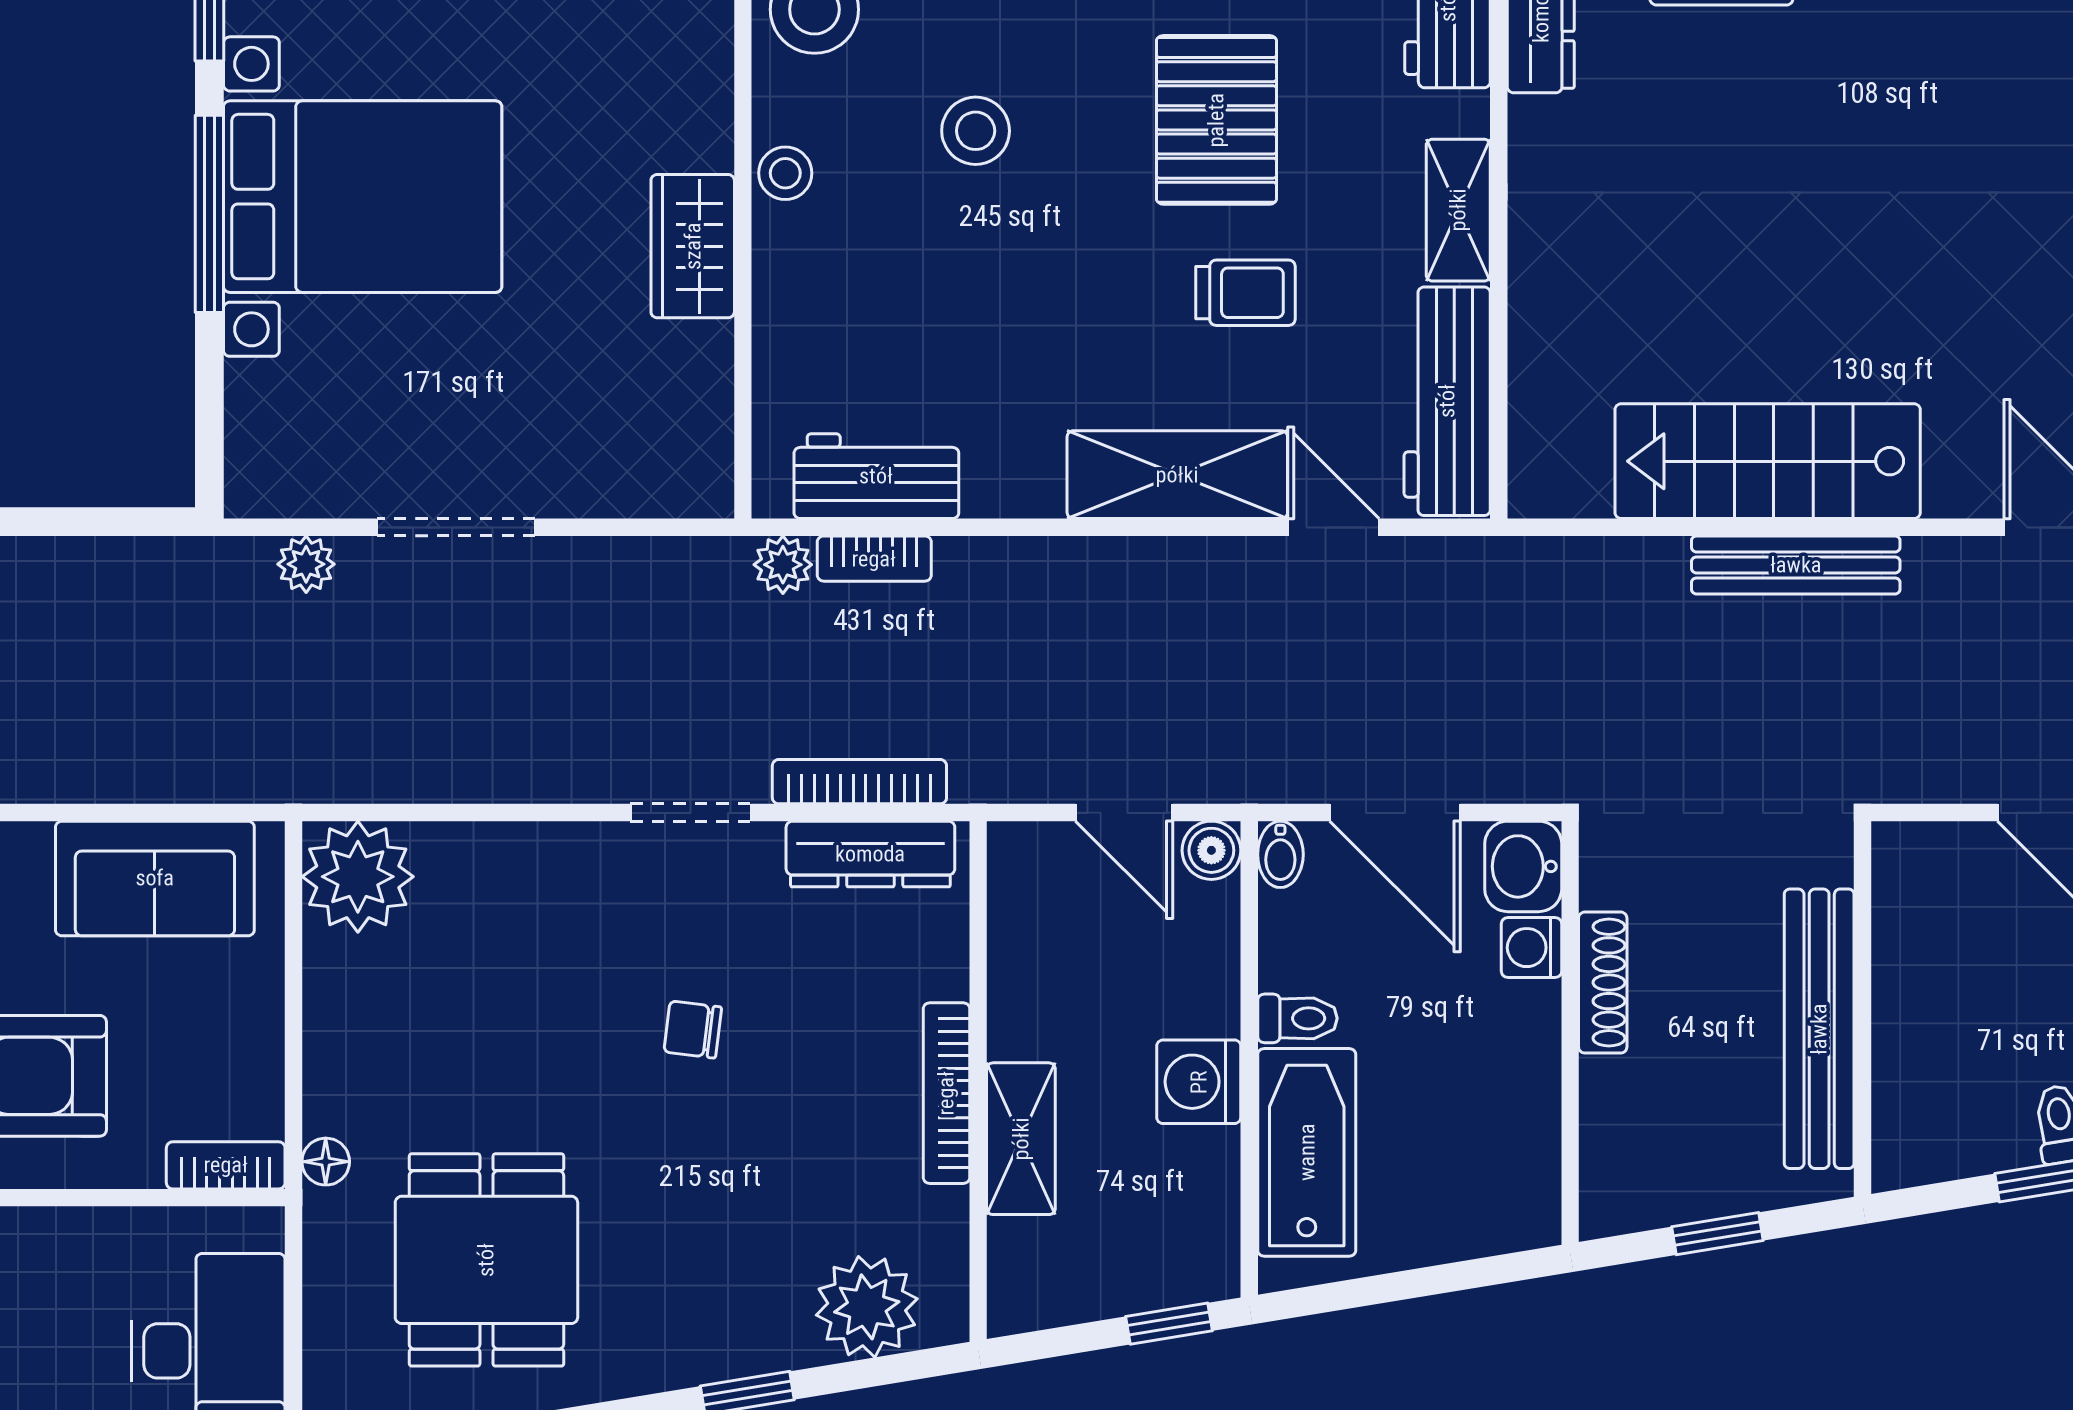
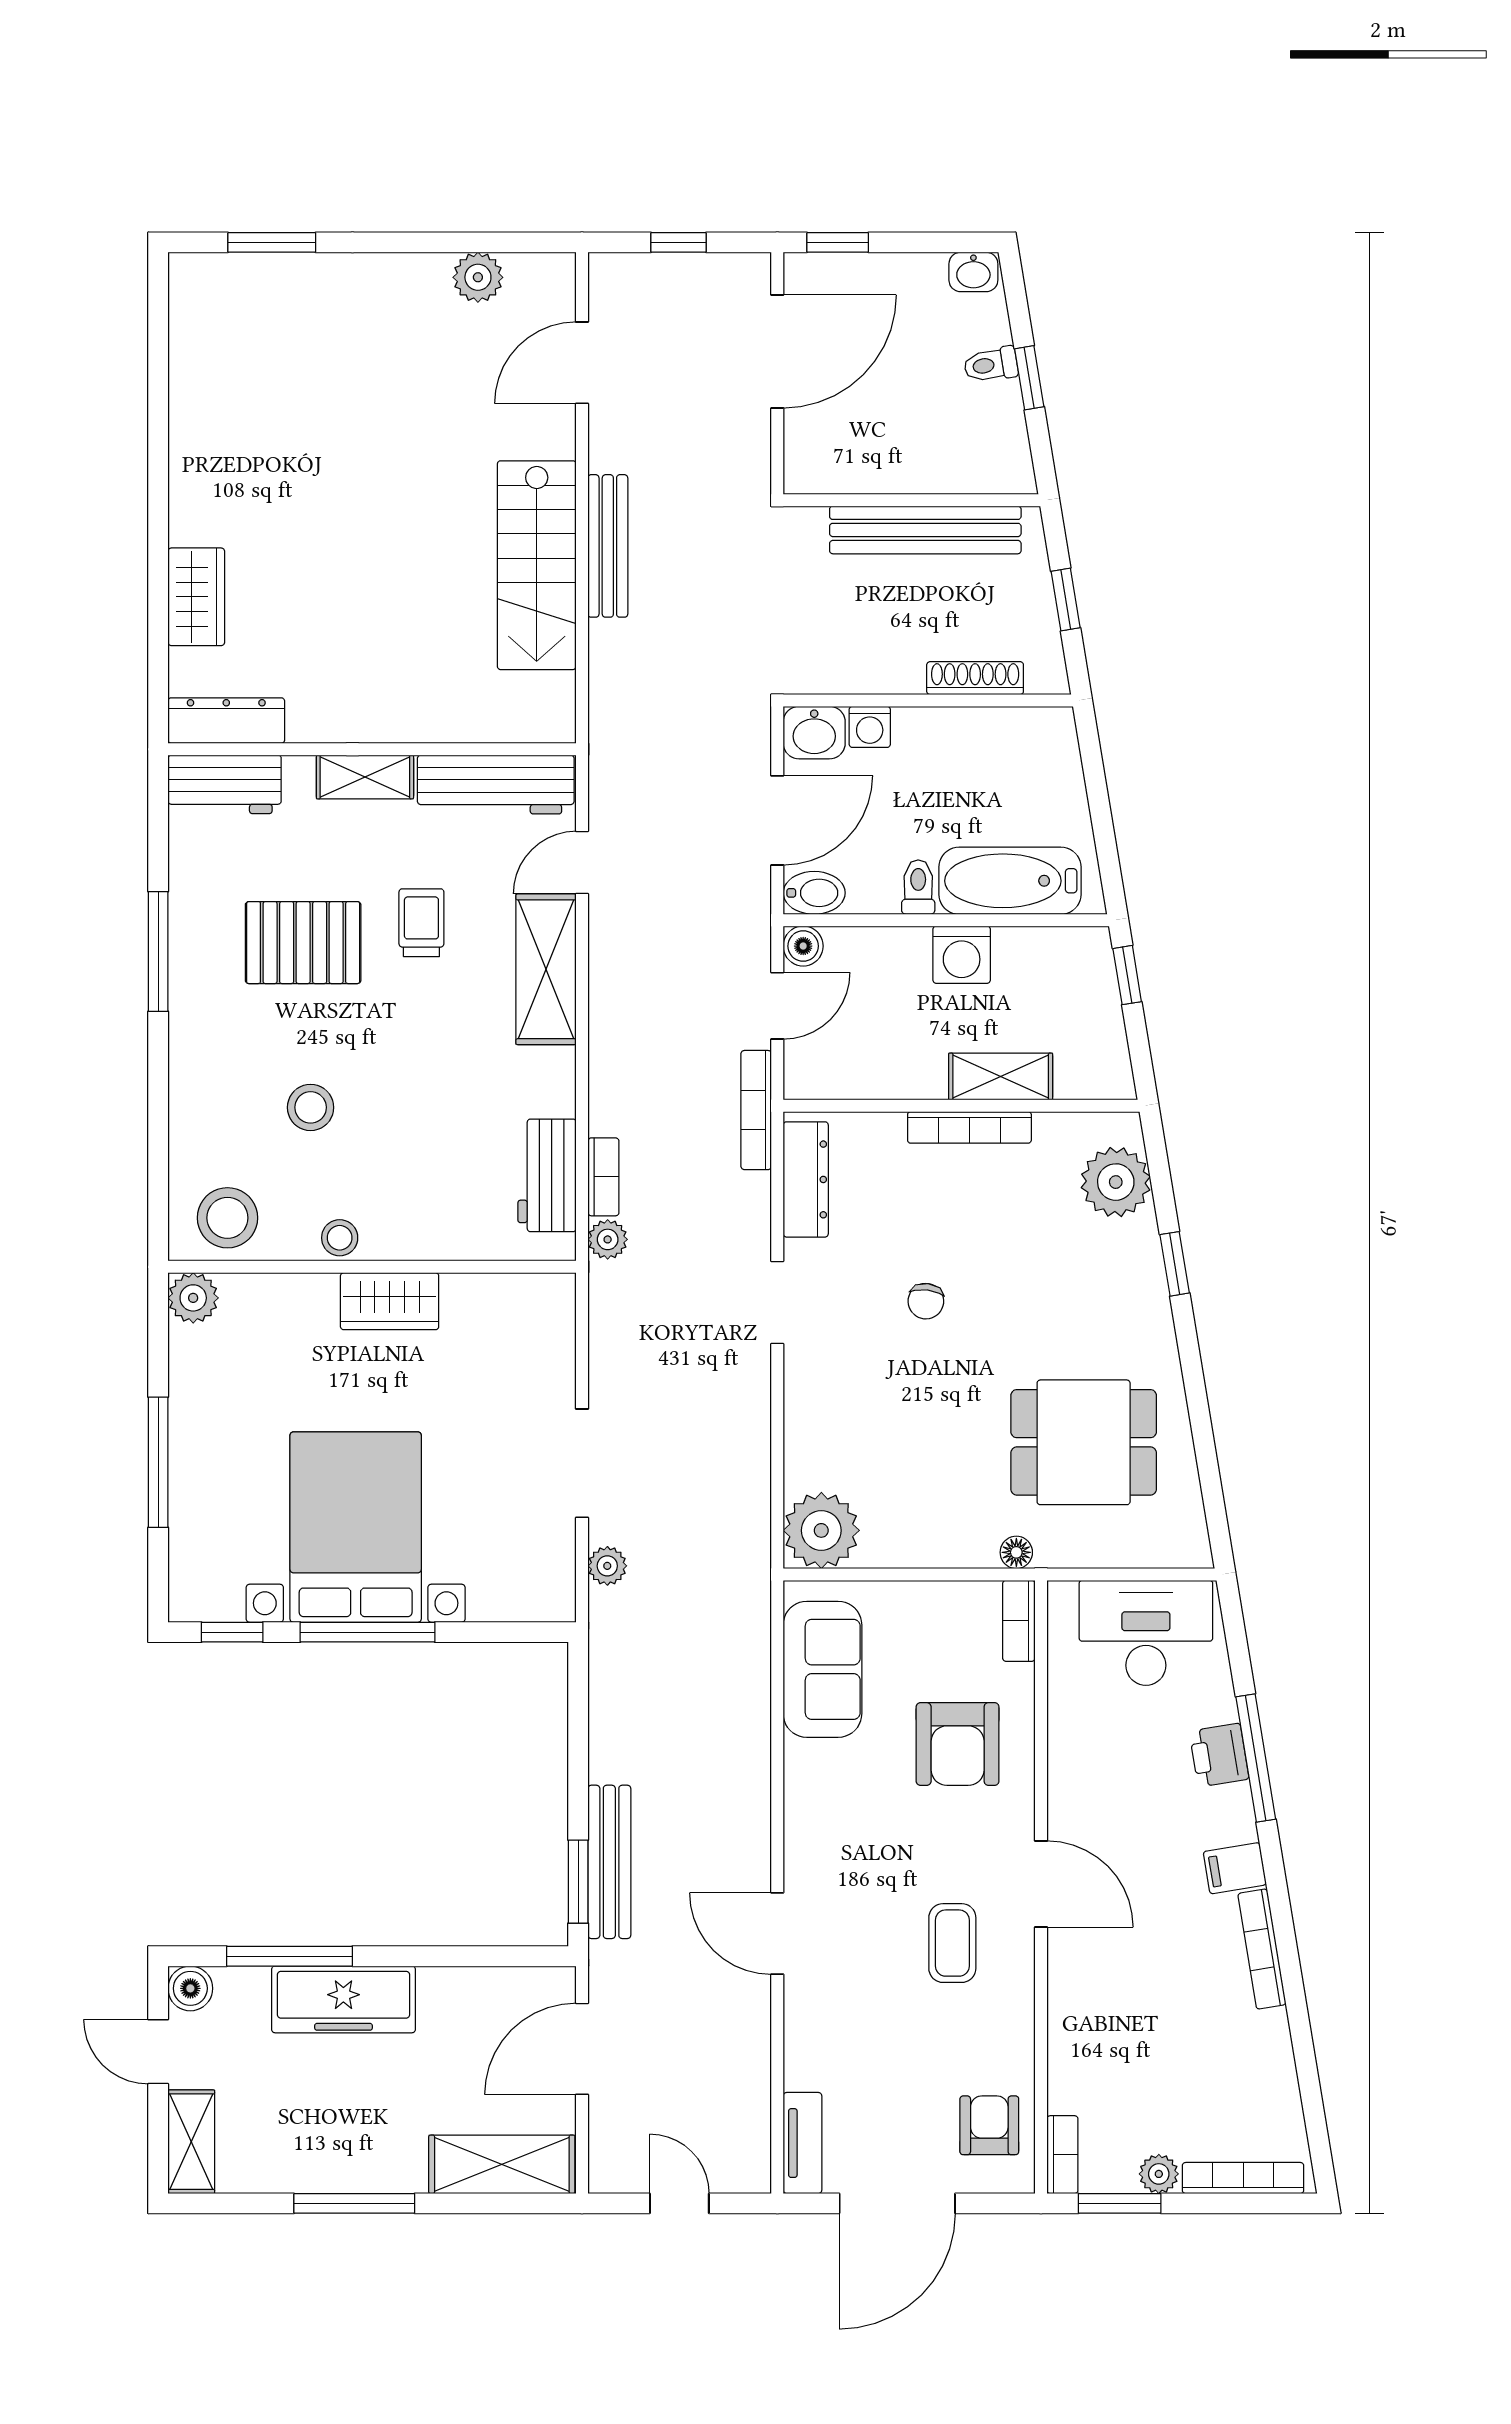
bookcase: (859, 782) -> (756, 1110), moved
bidet: (1280, 854) -> (814, 893), width x1.38, depth x1.36
shoe rack: (1603, 983) -> (975, 678), moved

